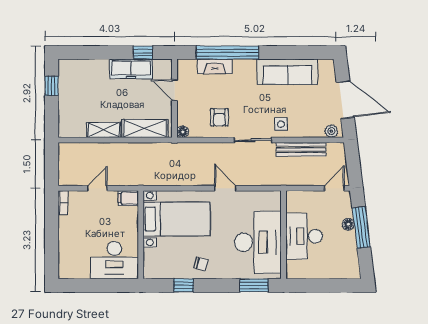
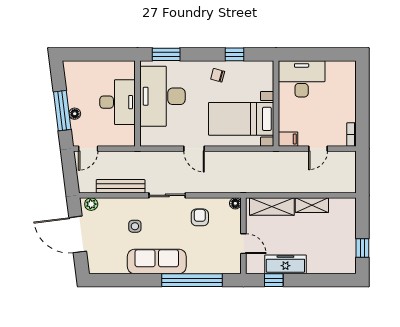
fireplace: (215, 66) -> (204, 267), removed
sofa: (287, 72) -> (157, 261), moved
side table: (281, 124) -> (135, 226), moved

